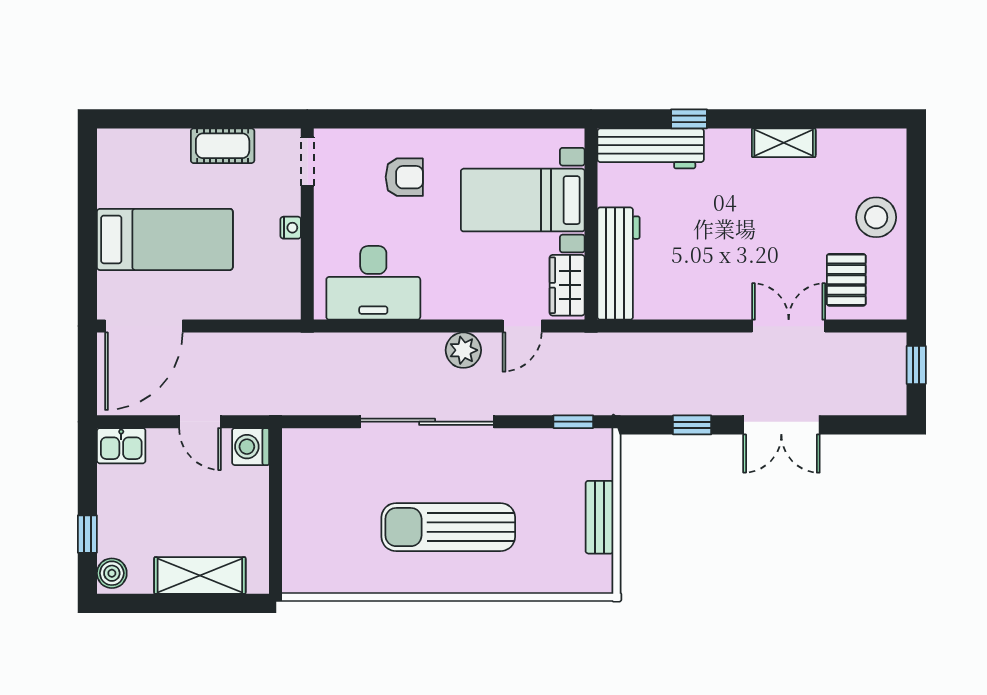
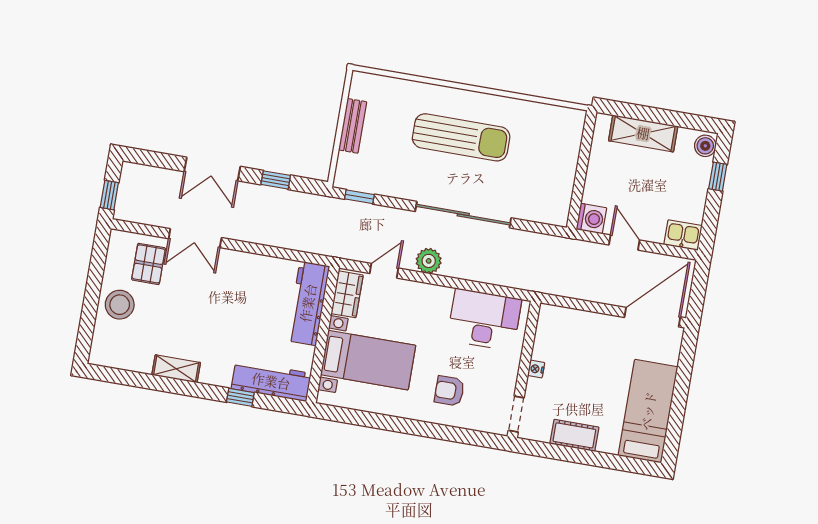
bed: (165, 239) -> (648, 411), moved, turned 90
double door: (781, 425) -> (212, 169), swing flipped

